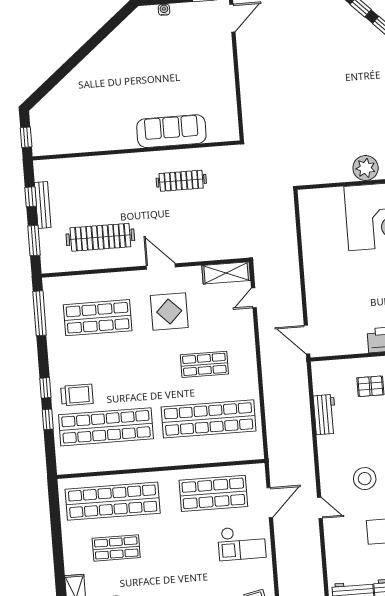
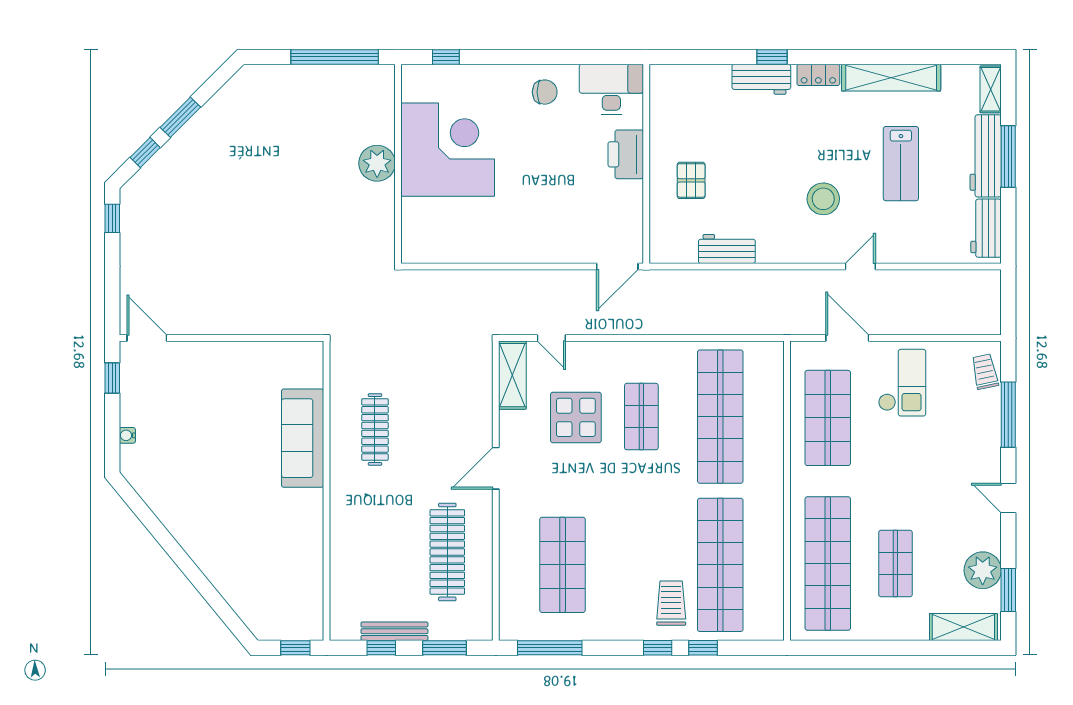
display table: (169, 311) -> (576, 417), moved

